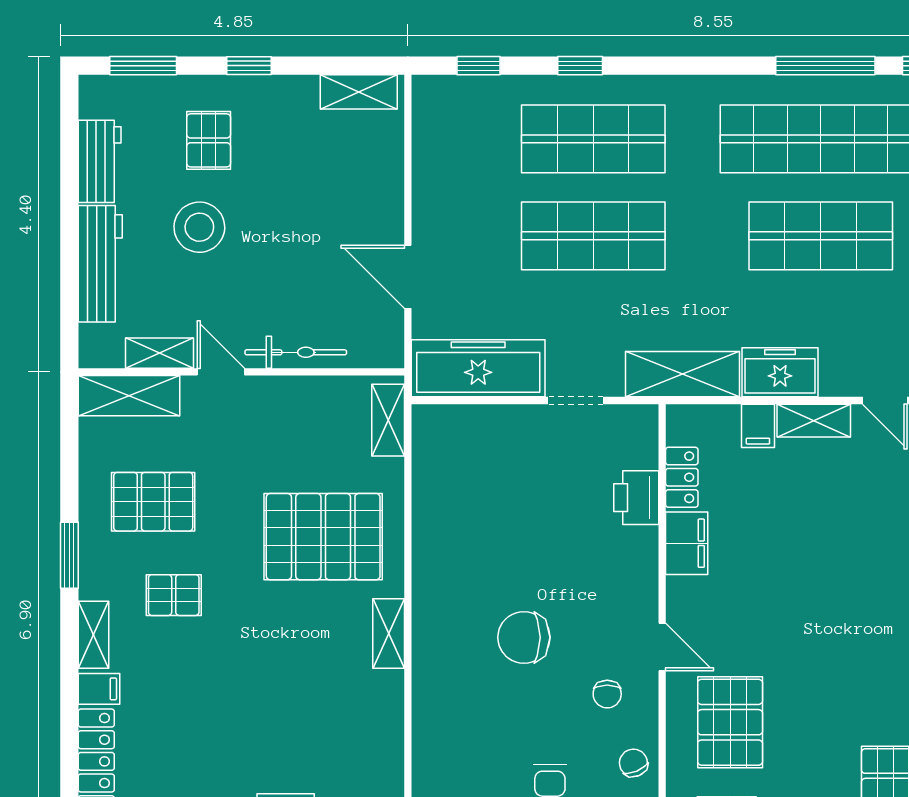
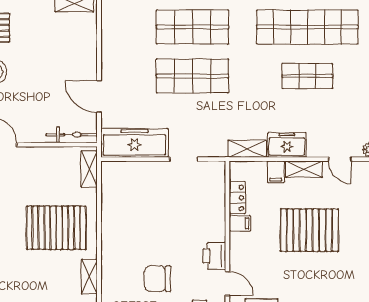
shop shelf: (821, 236) -> (307, 76), width x0.70, depth x0.74
bicycle: (296, 352) -> (72, 135), moved
shelving: (682, 374) -> (247, 149), width x0.67, depth x0.75
printer: (636, 498) -> (214, 256), moved
pallet: (825, 541) -> (309, 230), added
filing cabinet: (687, 543) -> (240, 223), width x0.50

